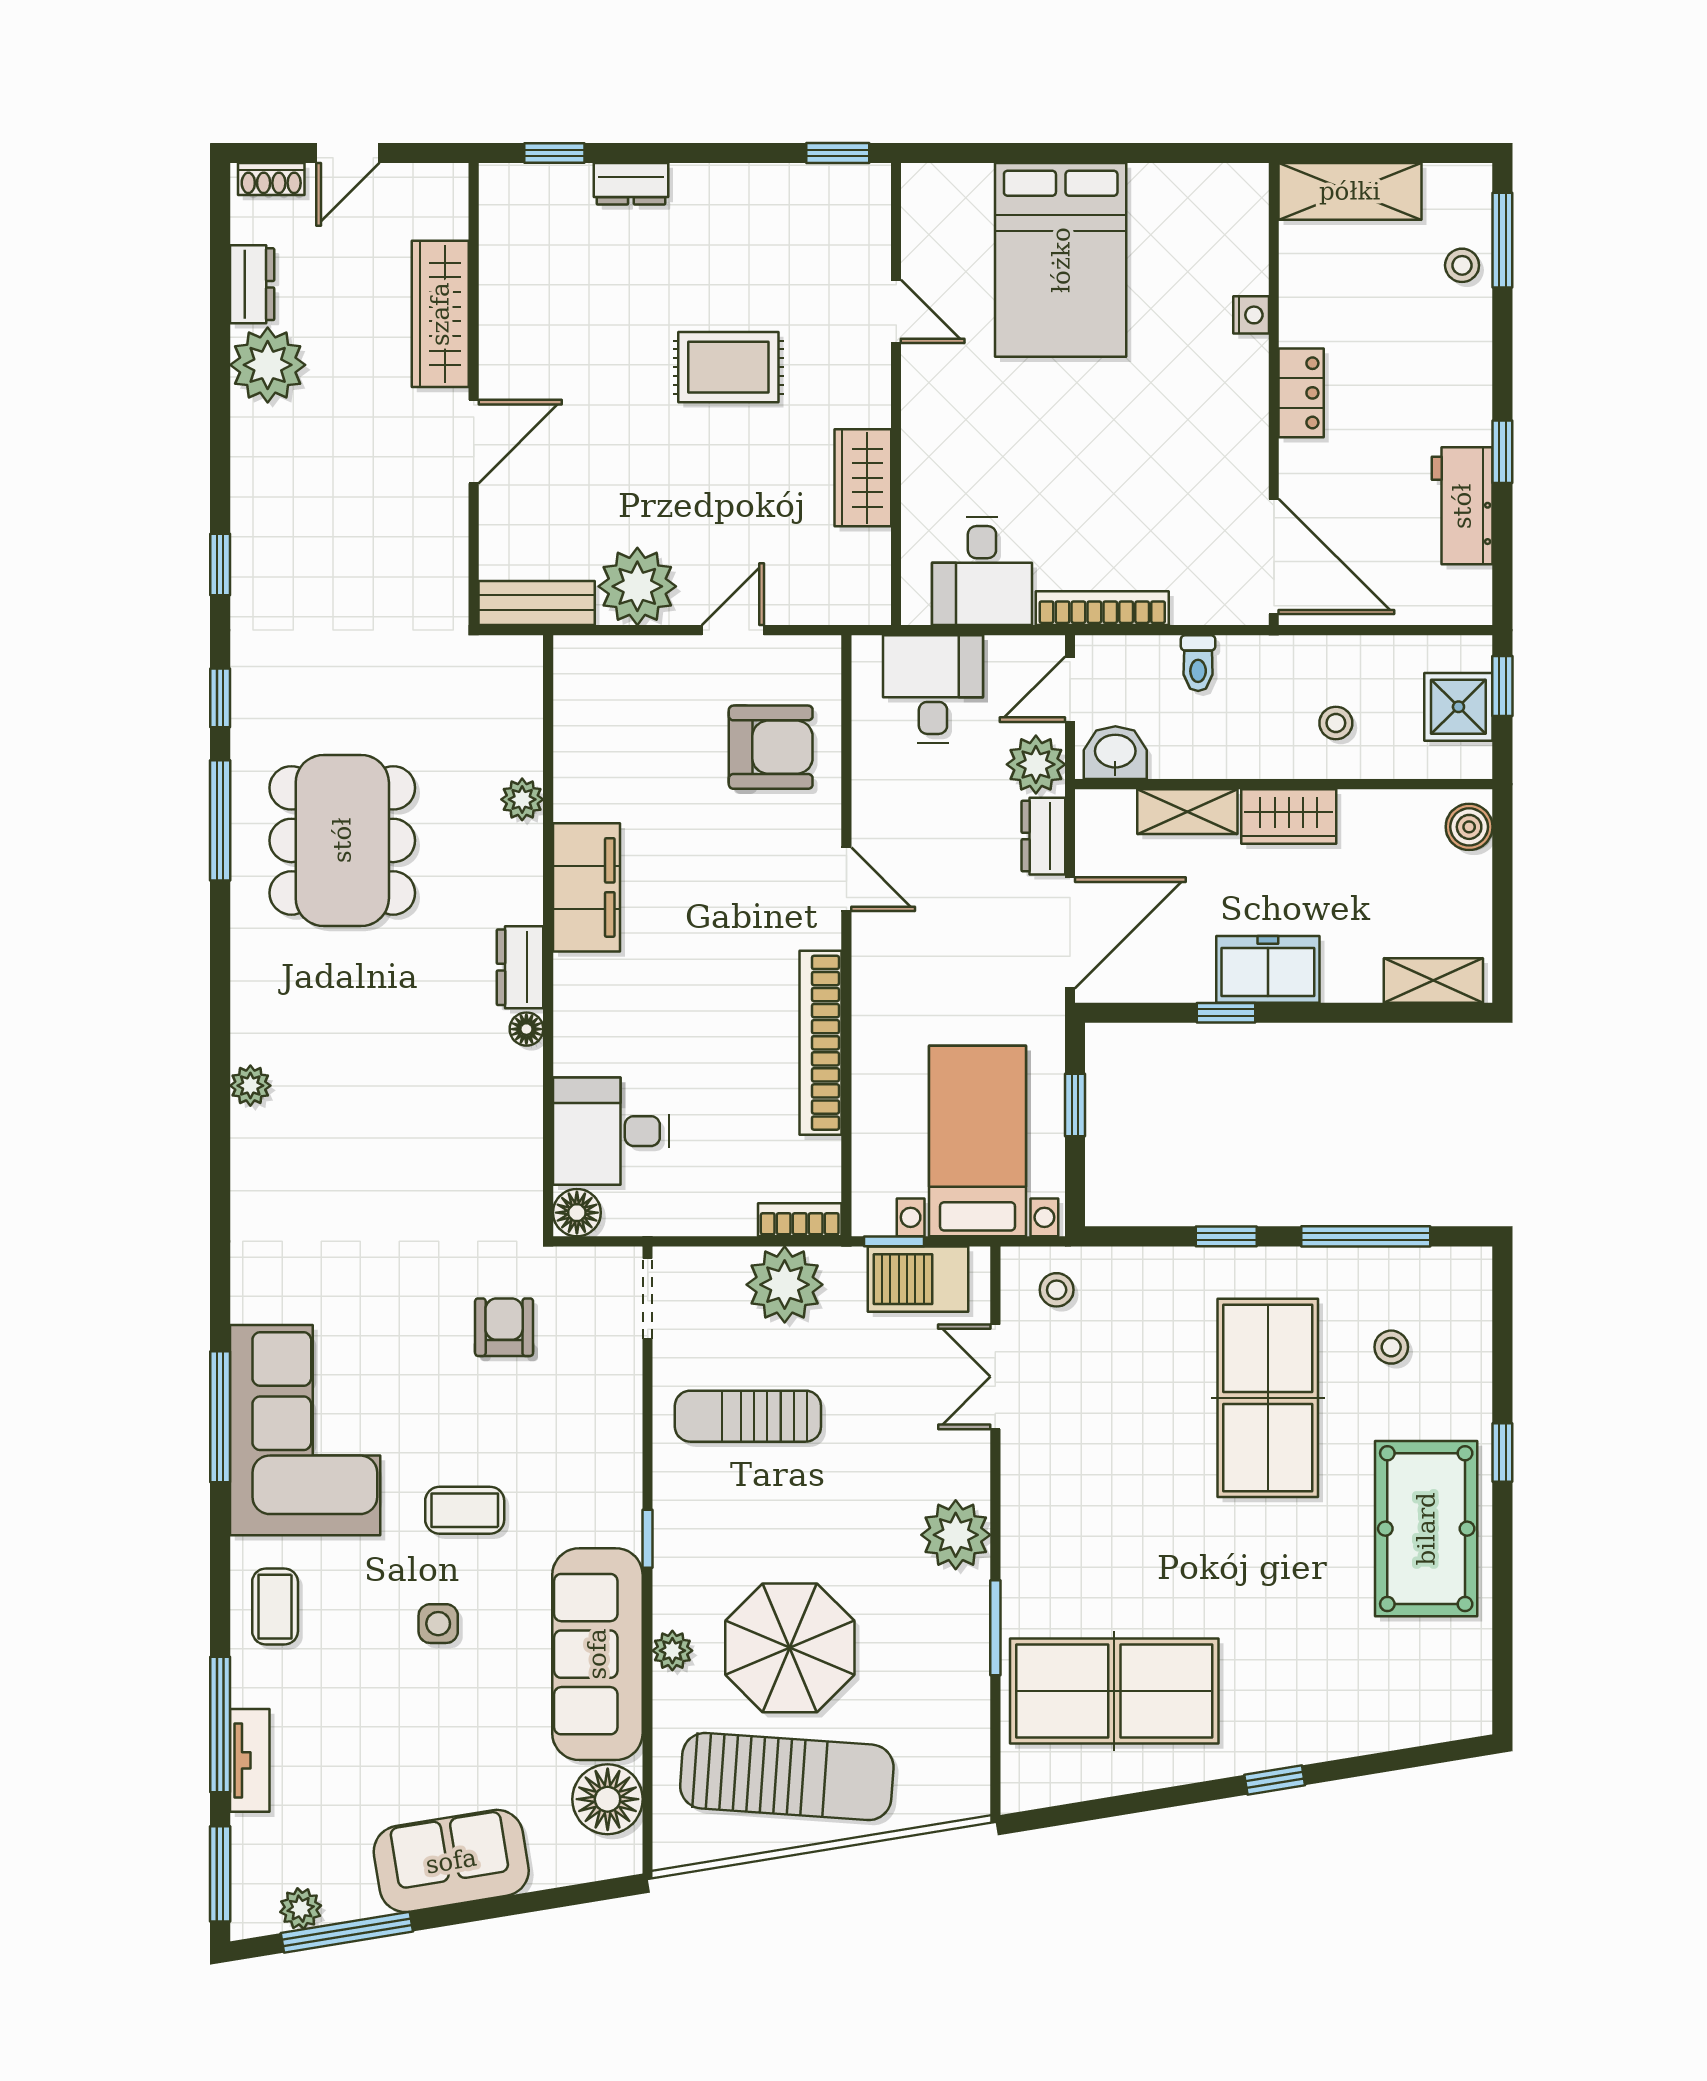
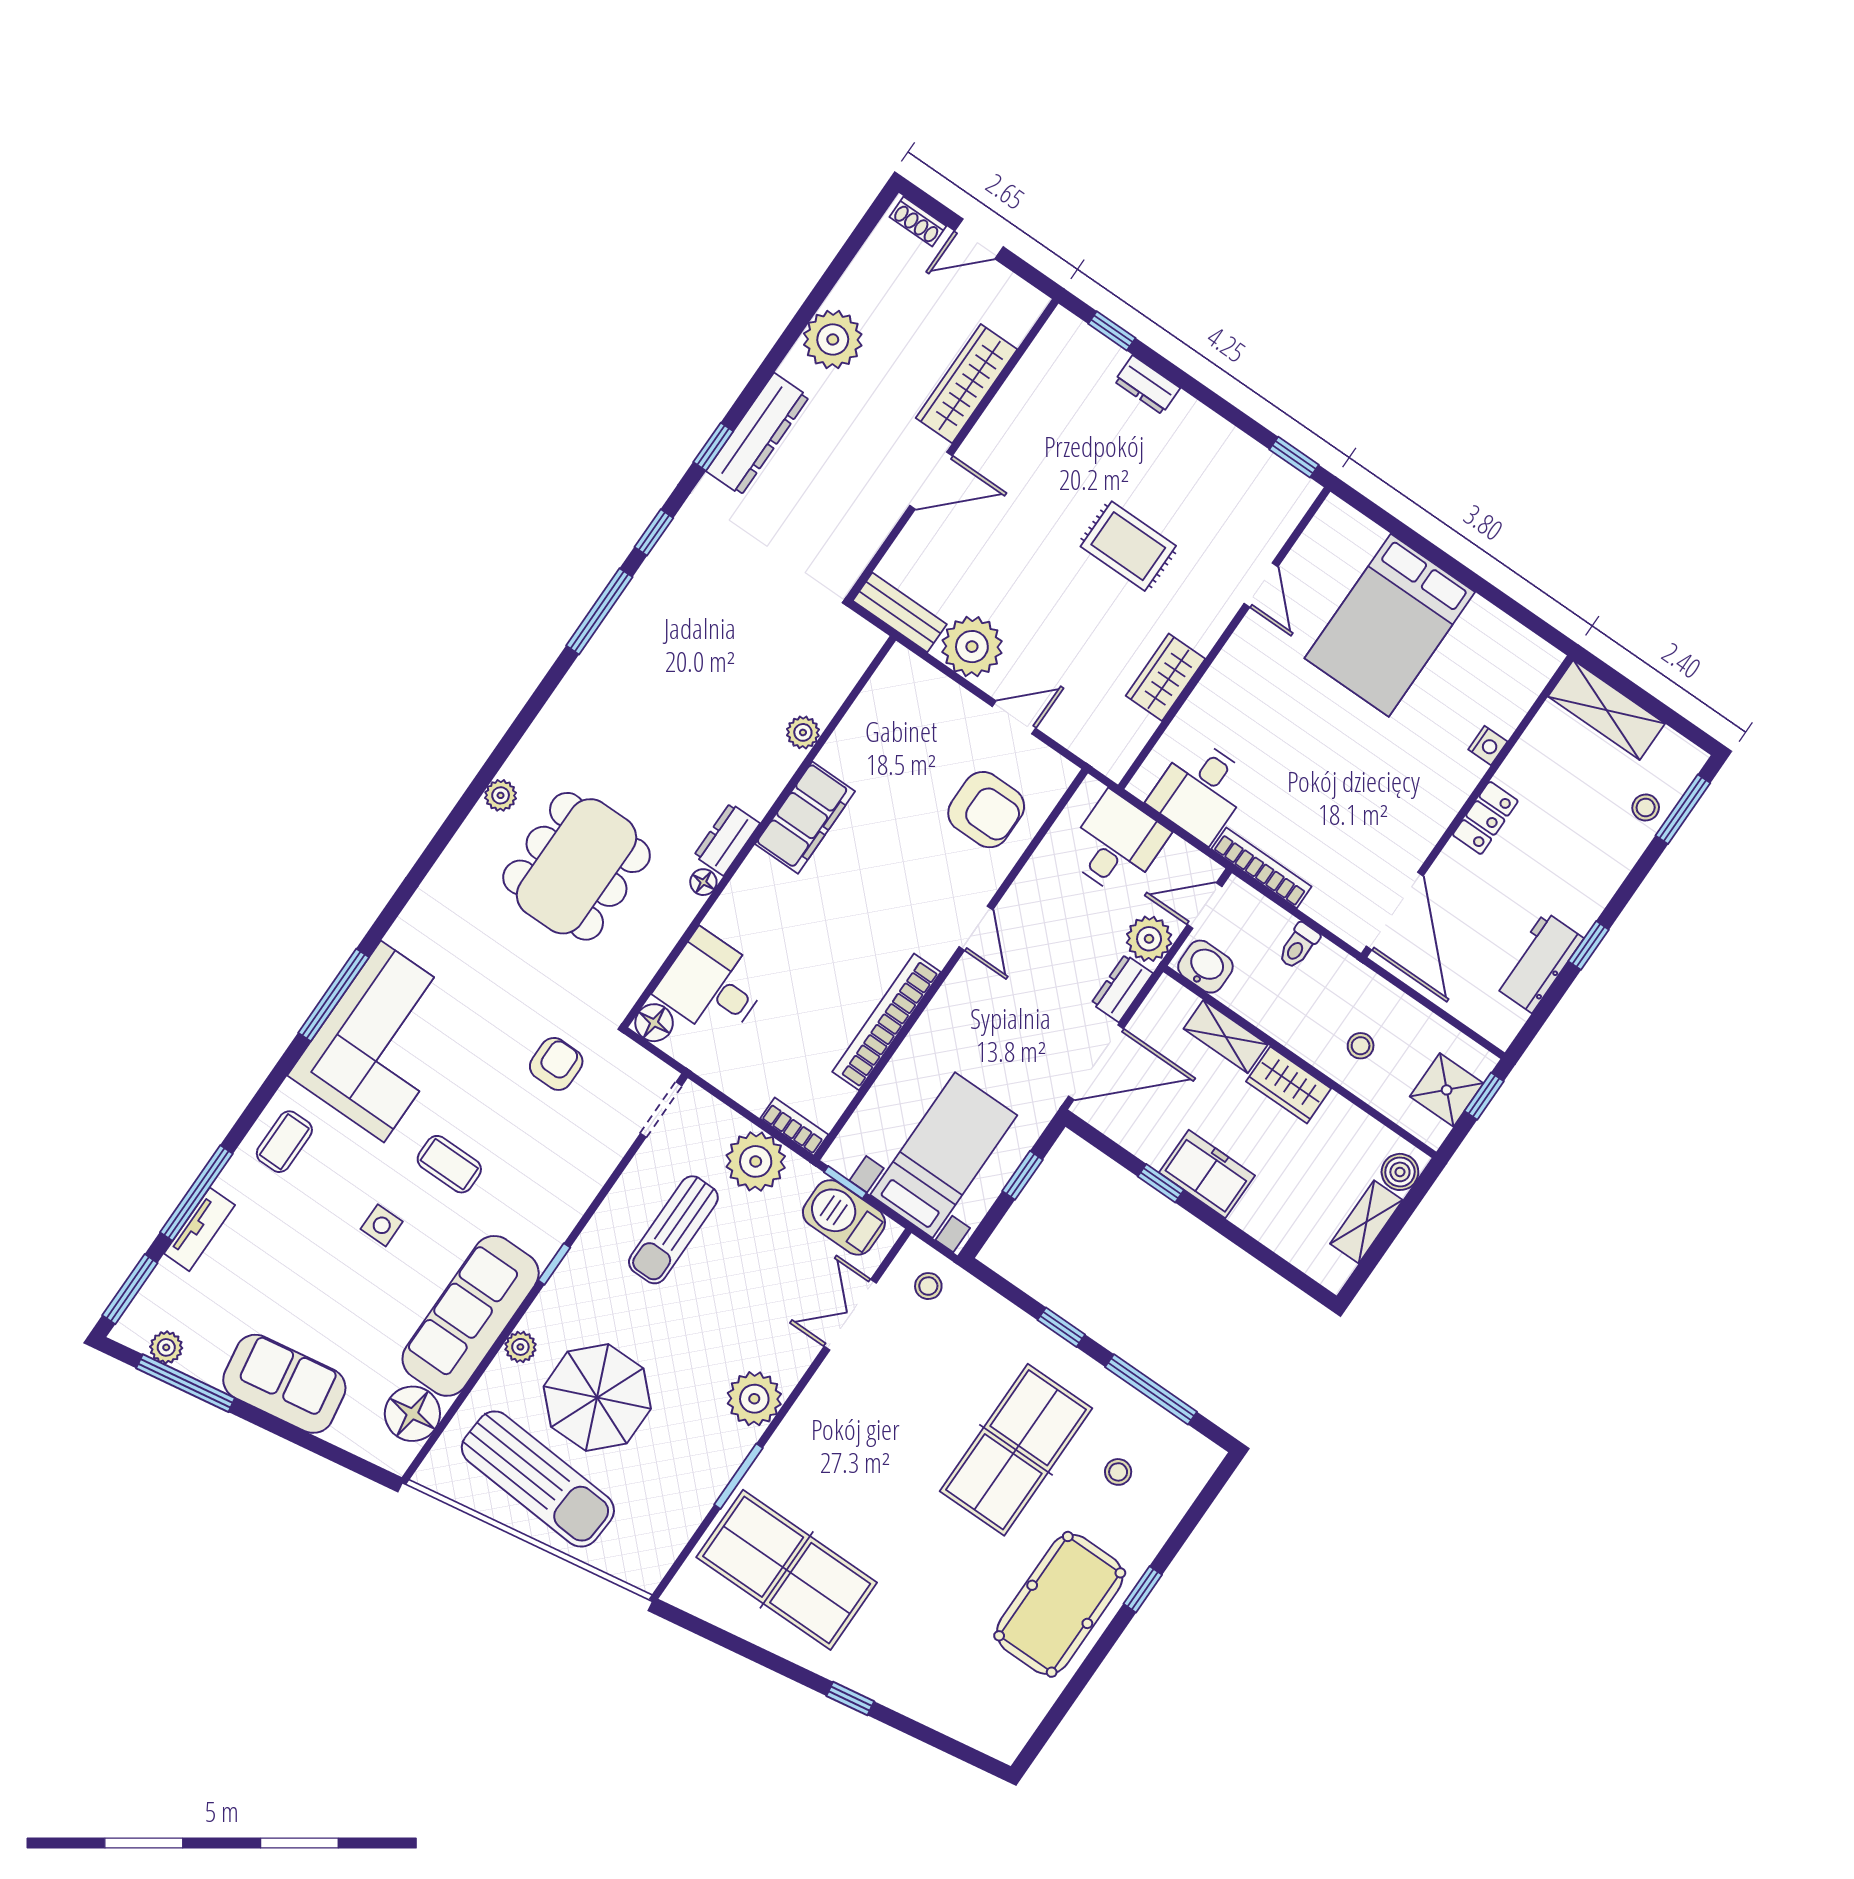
dresser: (252, 284) -> (758, 434), moved, width x1.96, depth x1.24
dining table: (342, 840) -> (577, 866), moved
shelving: (1433, 981) -> (1366, 1222), moved, turned 90
sun lounger: (748, 1416) -> (673, 1230), turned -90

